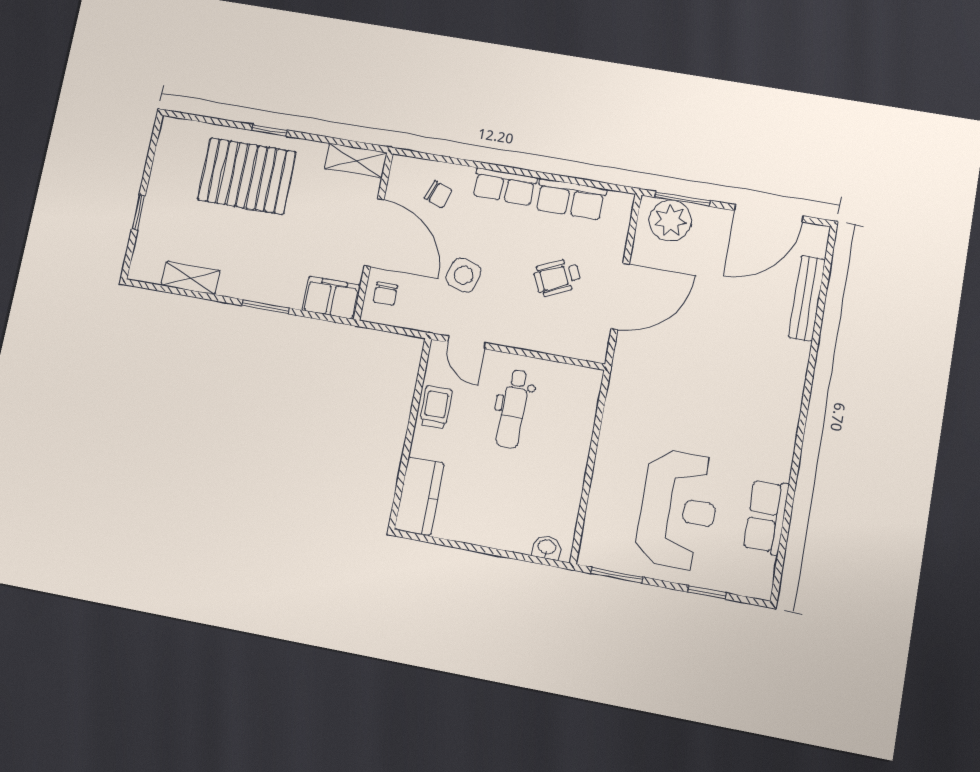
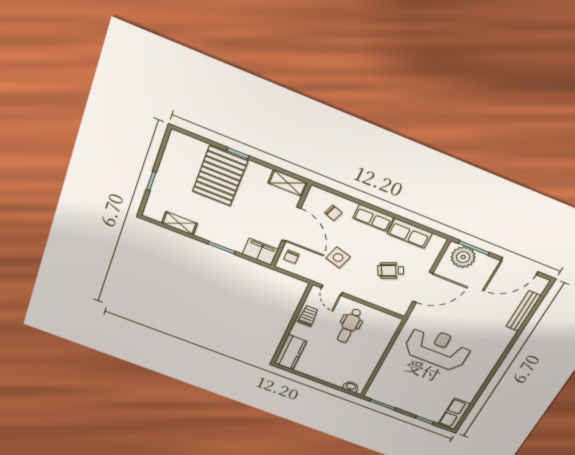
pallet: (247, 176) -> (220, 176), turned 90
reception desk: (678, 509) -> (438, 348), moved, turned -90
row of seats: (766, 517) -> (454, 414), moved

